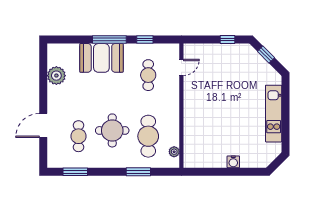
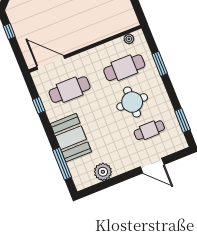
window: (109, 40) -> (62, 164), moved
door: (181, 67) -> (51, 63), width x1.88
cafe table: (148, 75) -> (70, 90), width x1.37, depth x1.35

